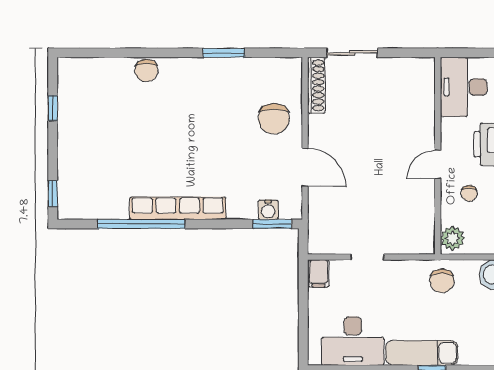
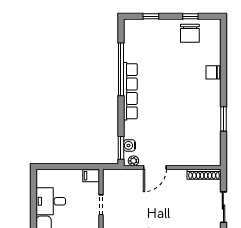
sliding door: (352, 53) -> (223, 207), moved
chair: (274, 119) -> (190, 33), moved, turned -90
window: (53, 194) -> (151, 16), moved
plant: (294, 203) -> (133, 161), added
desk: (353, 341) -> (51, 201), width x0.73

